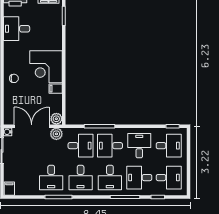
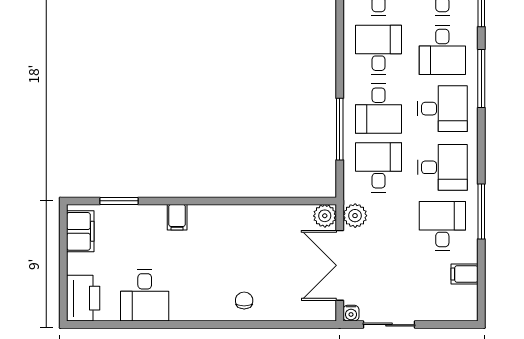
corner desk: (46, 67) -> (221, 236), removed
filing cabinet: (56, 89) -> (177, 217), moved
desk: (139, 146) -> (379, 50), turned 90
desk: (51, 178) -> (442, 226), turned -90
filing cabinet: (9, 189) -> (464, 274), moved

